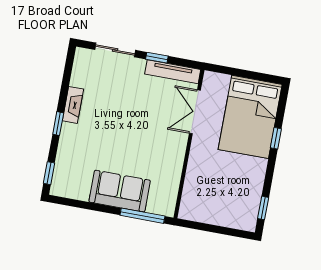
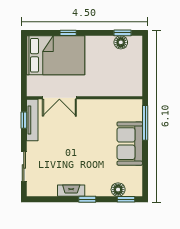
window: (157, 58) -> (24, 120), moved
floor lamp: (63, 165) -> (118, 190), added
floor lamp: (251, 203) -> (121, 42), added

